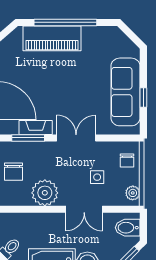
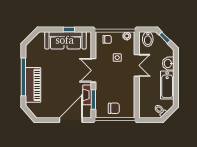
plant: (45, 193) -> (127, 89), removed

